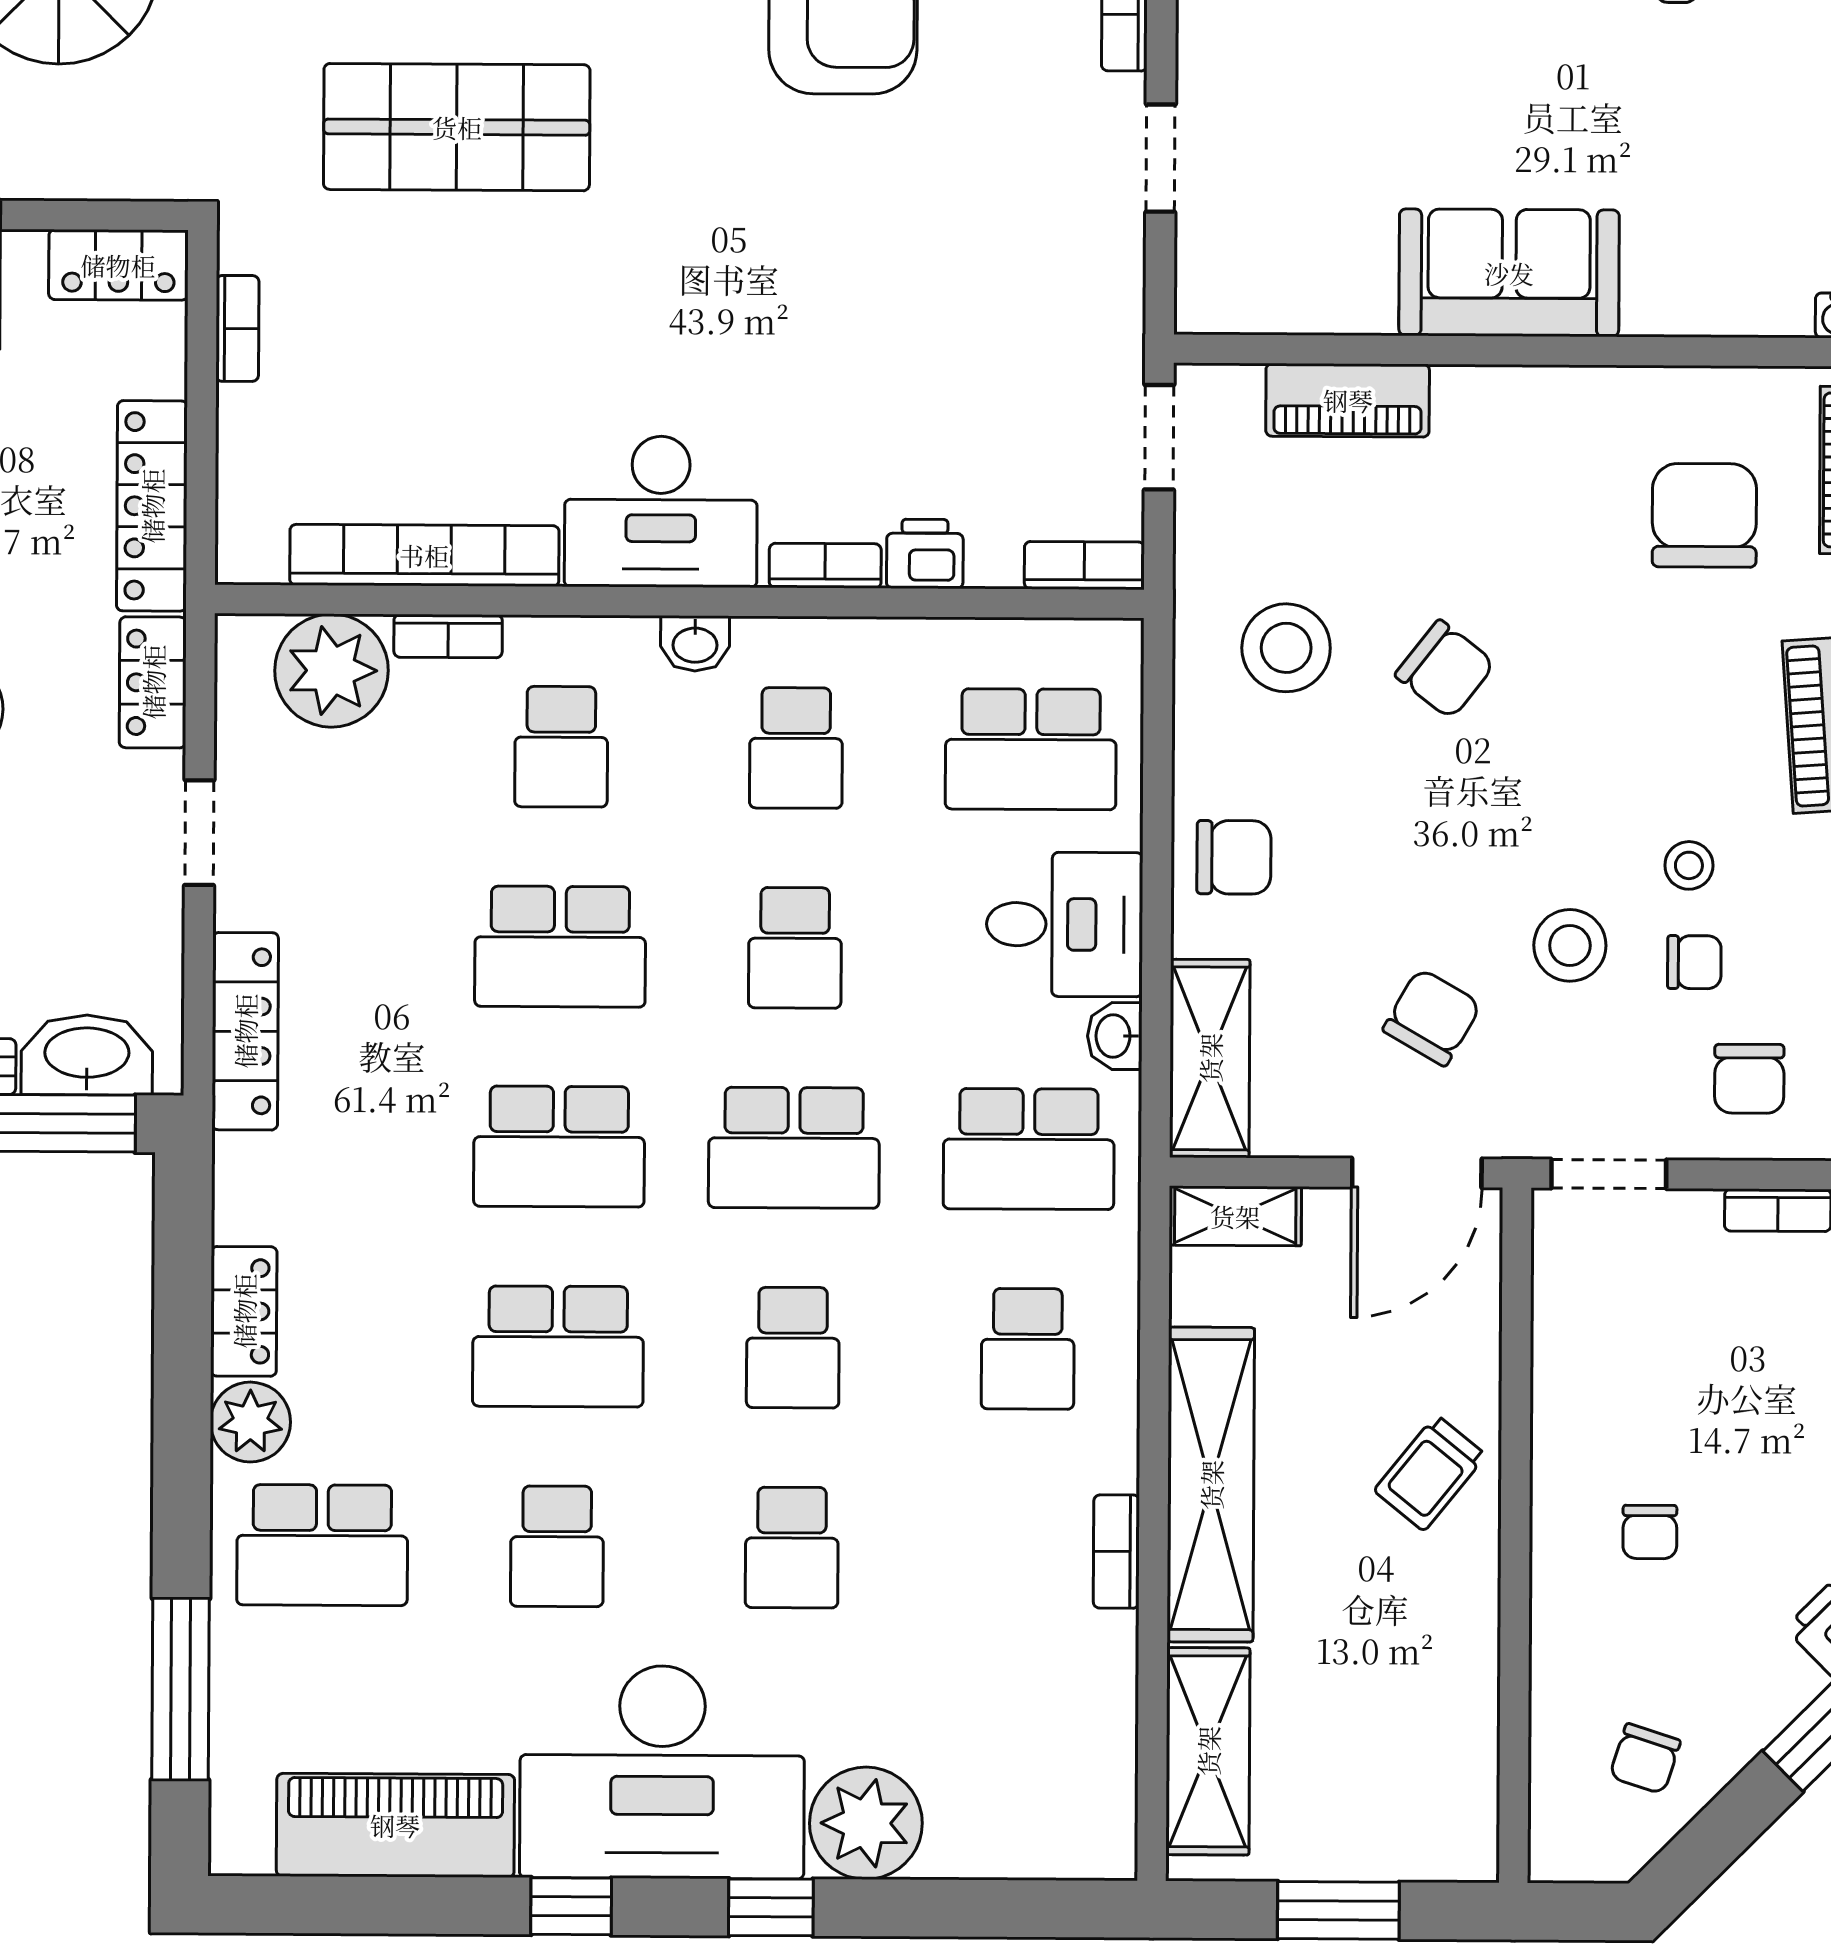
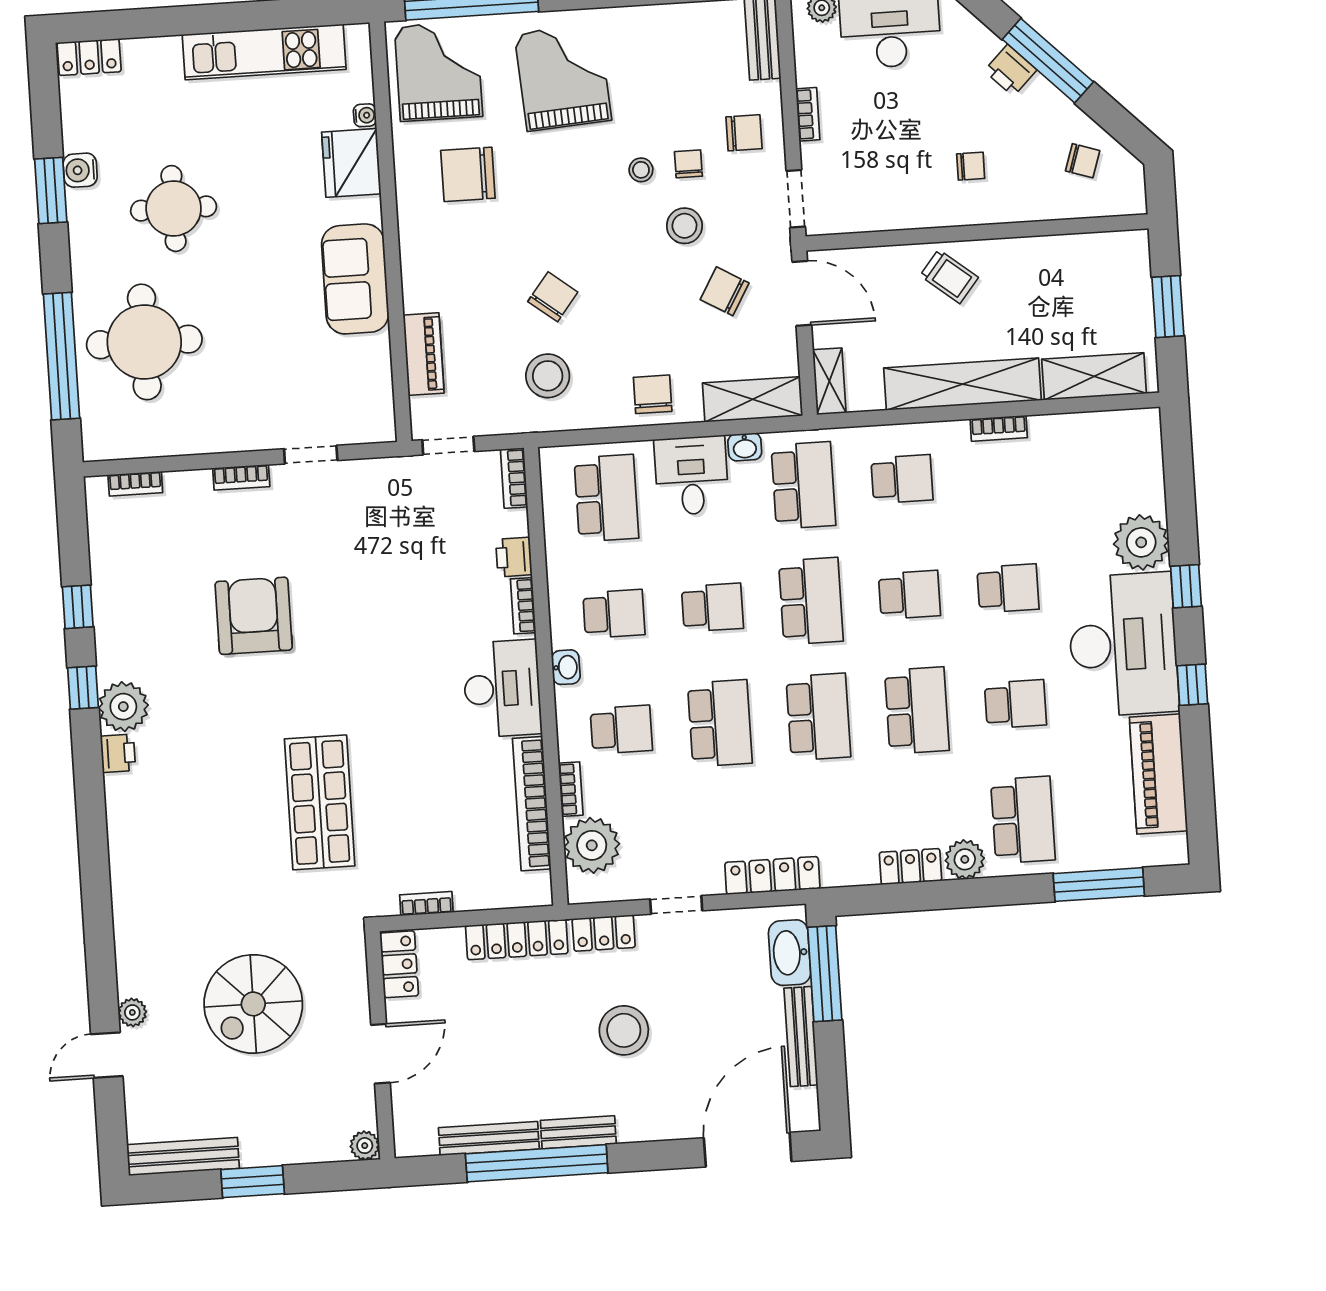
fridge: (1744, 281) -> (351, 163), added

